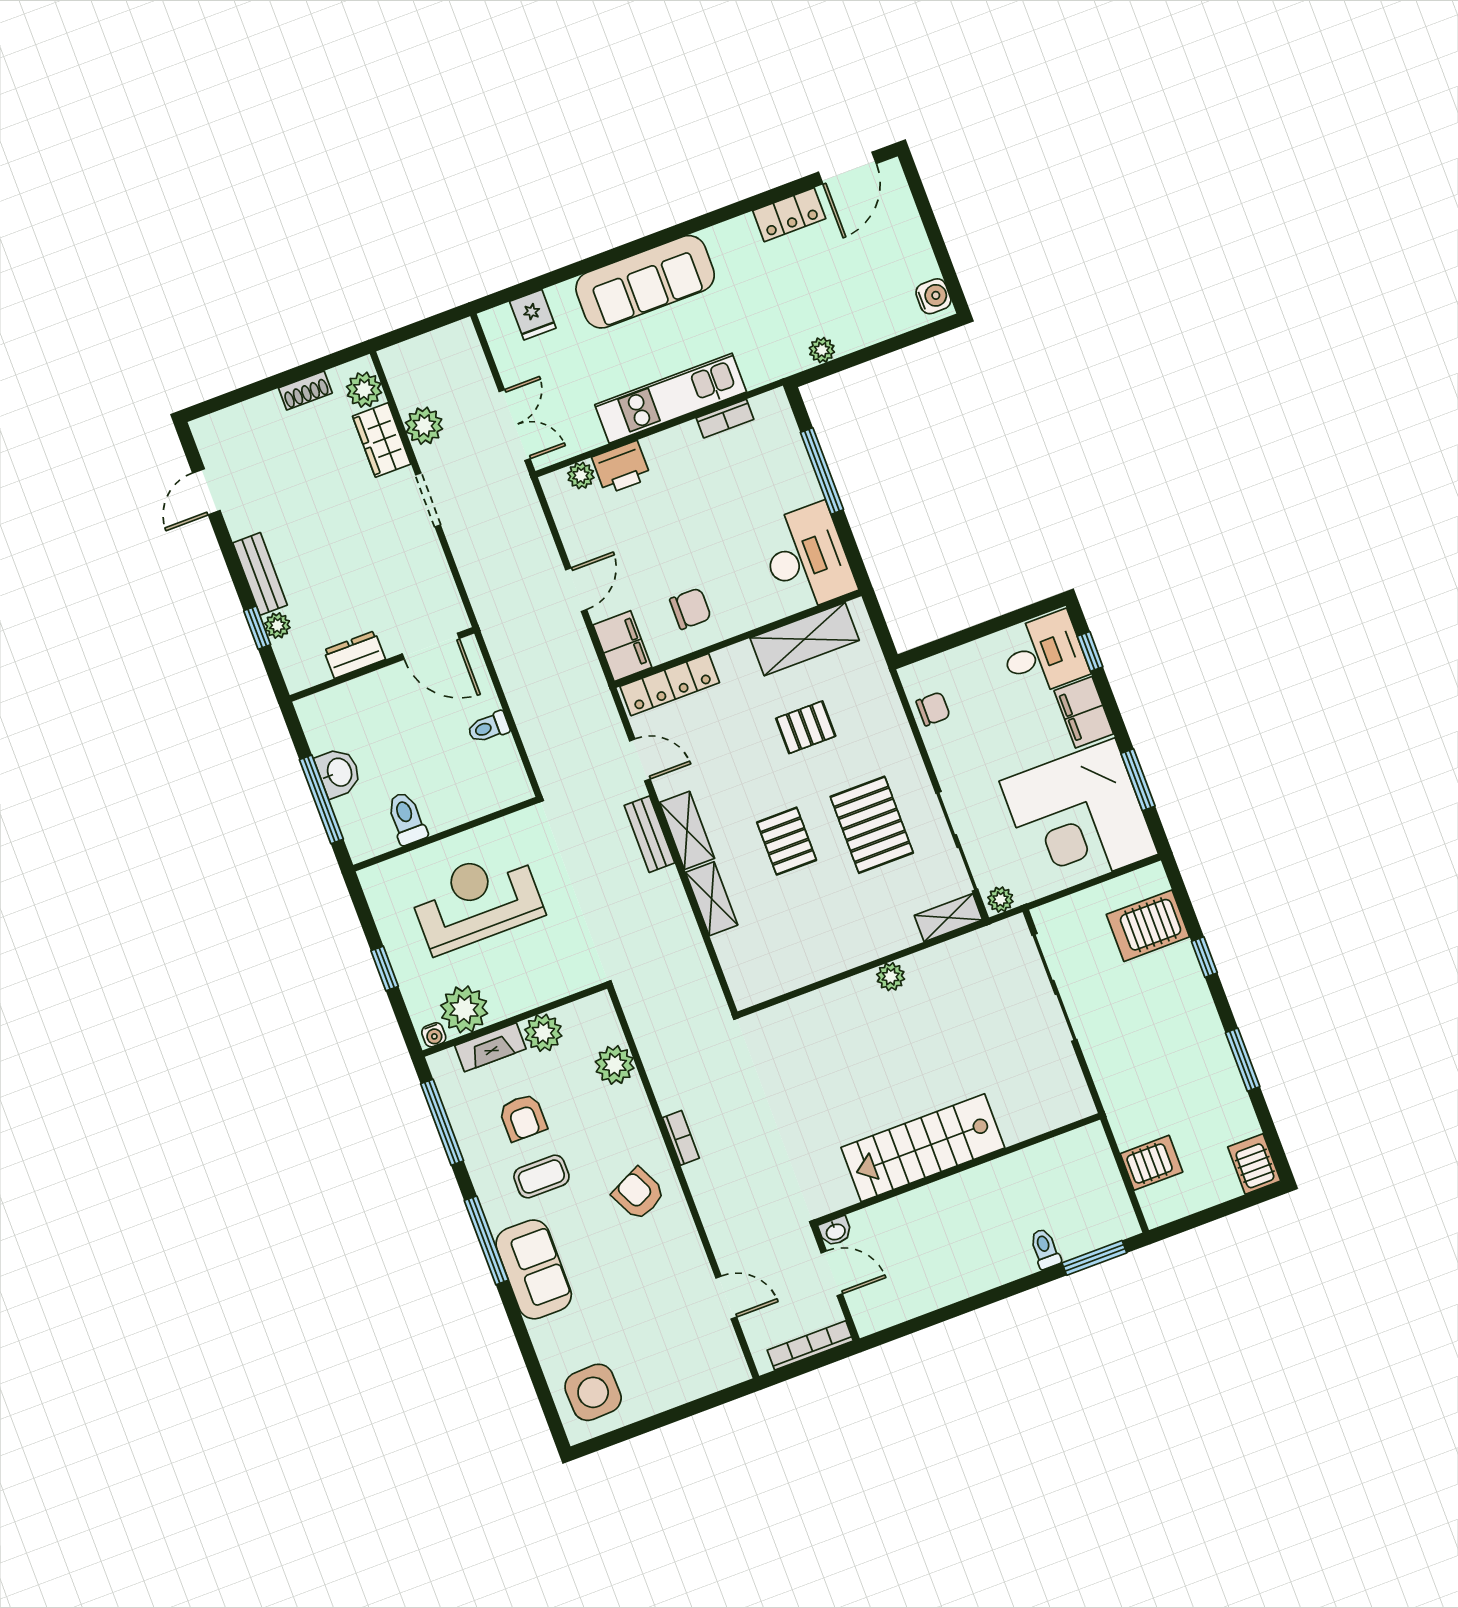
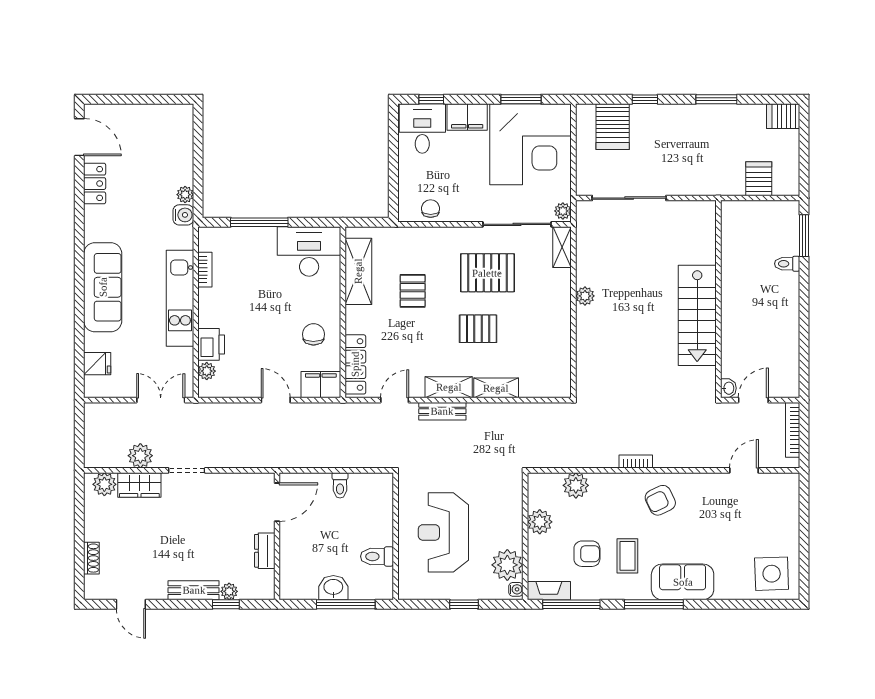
water cooler: (933, 296) -> (183, 215), moved, turned 90
shoe rack: (305, 390) -> (91, 558), moved
fireplace: (490, 1047) -> (549, 591), moved, turned -90

